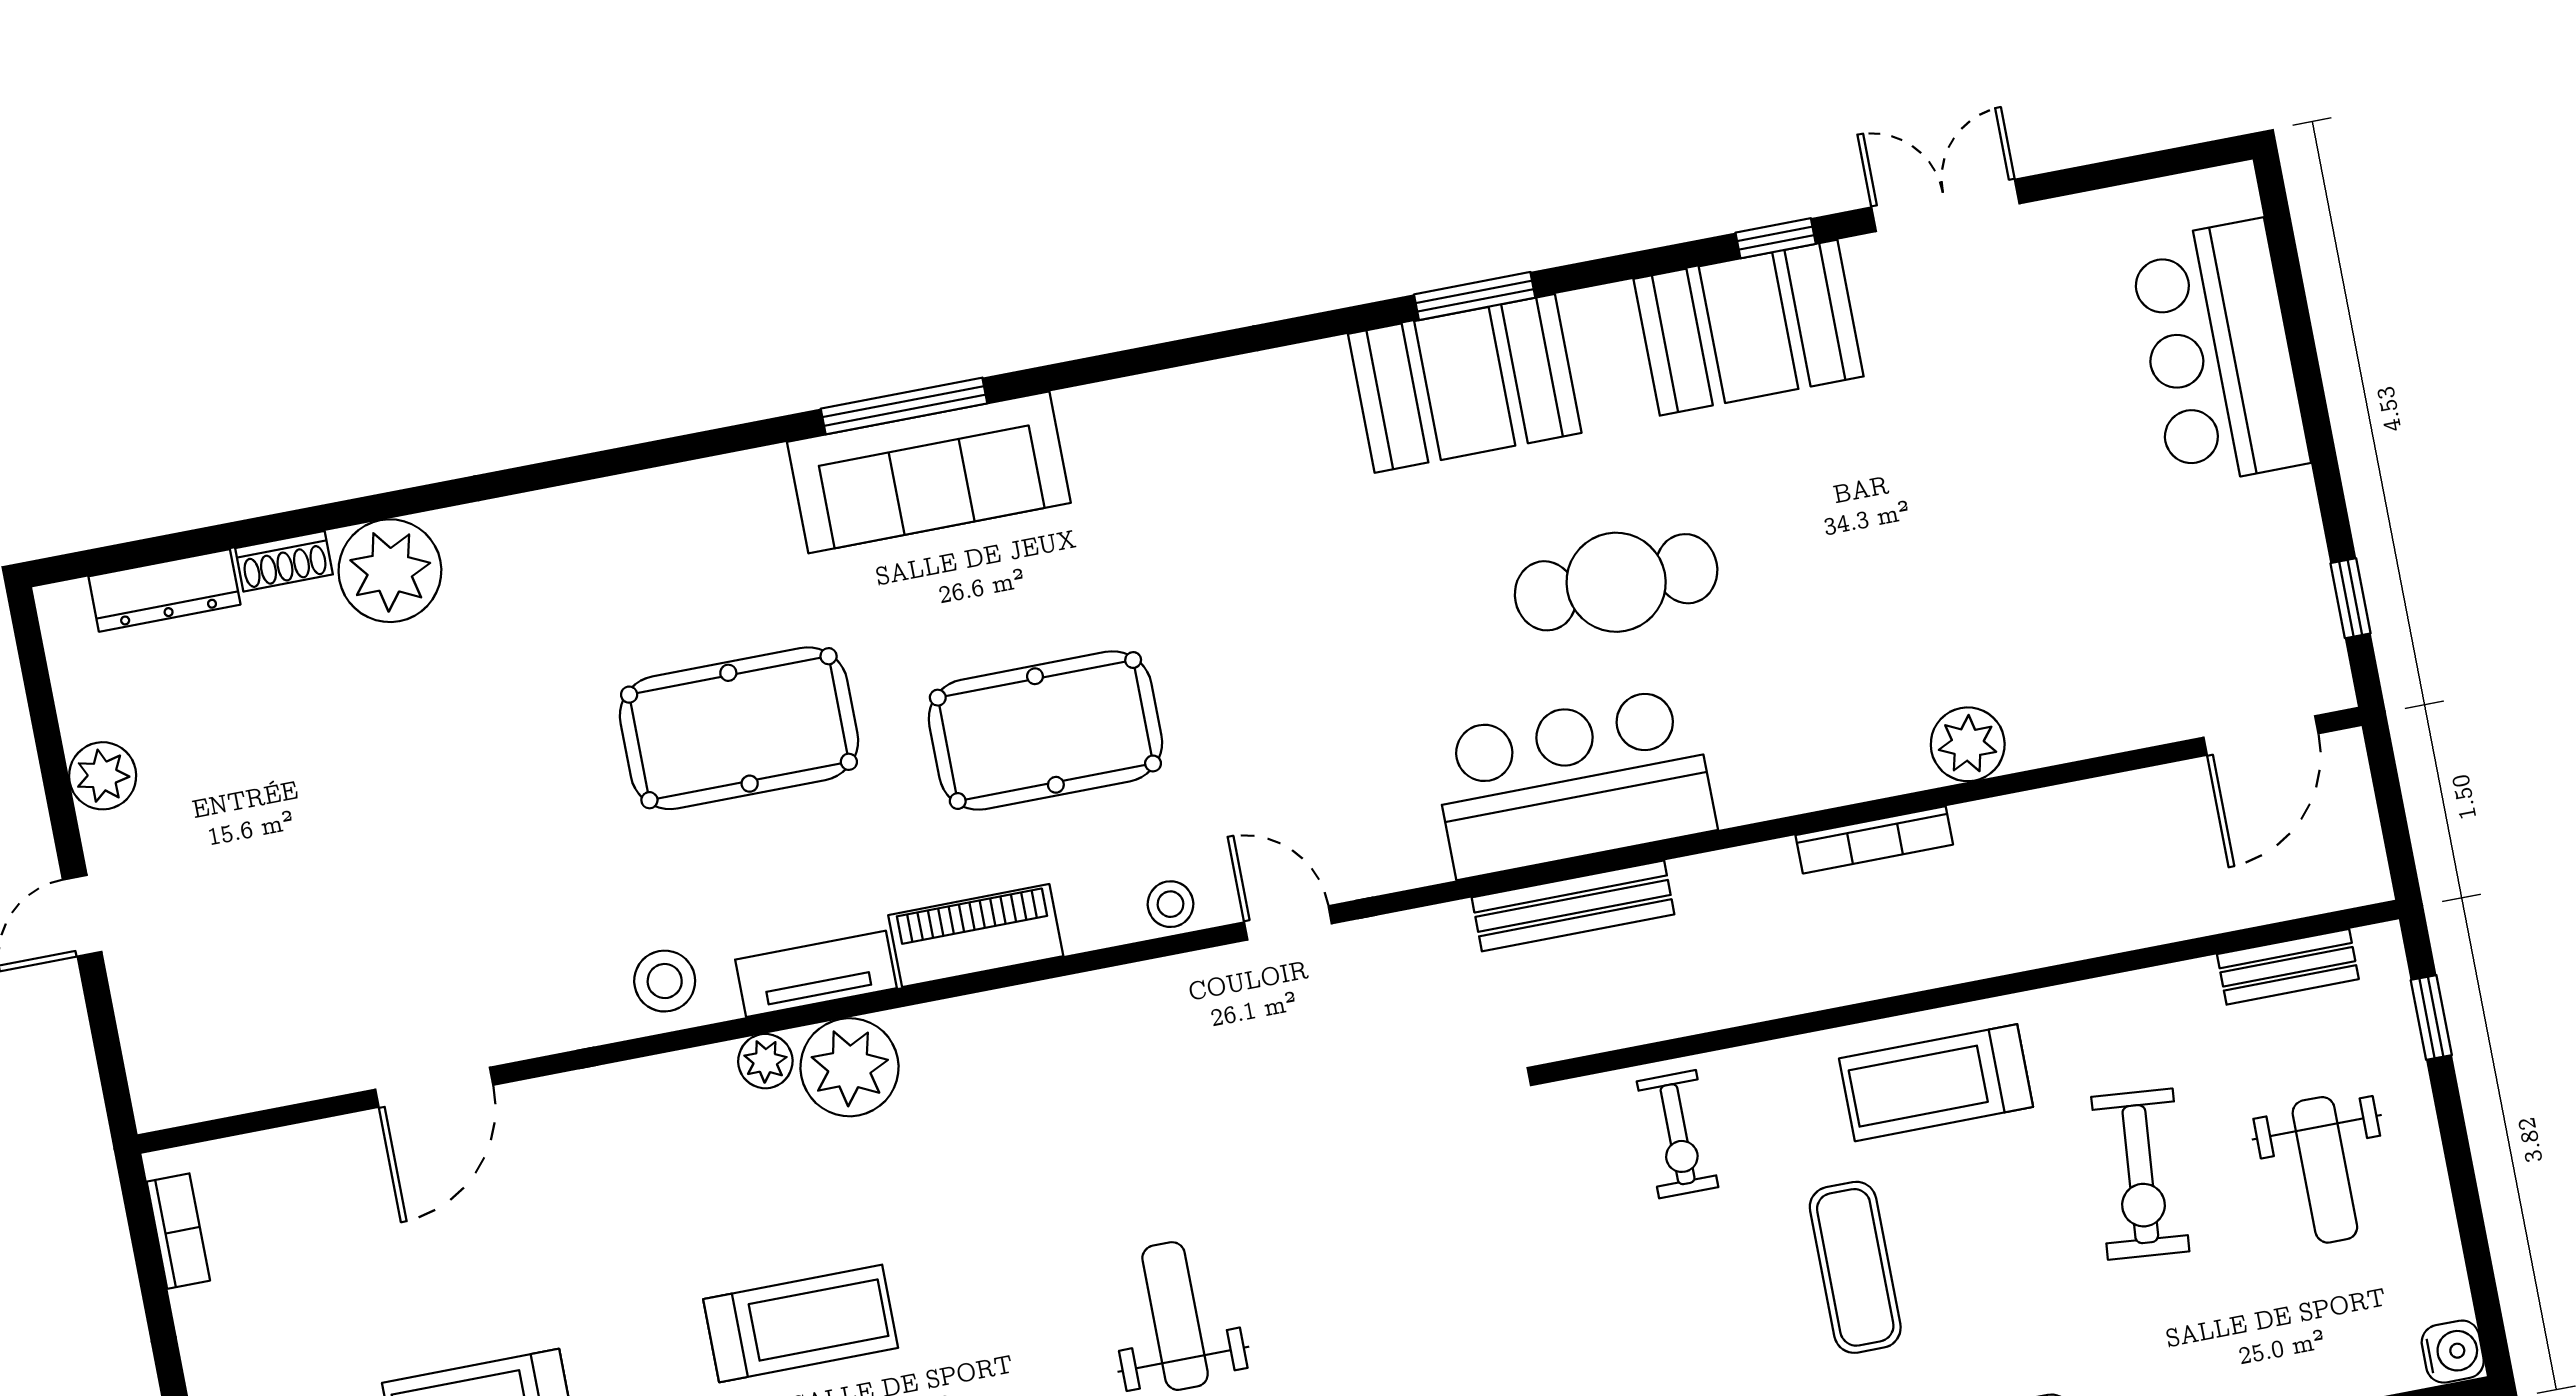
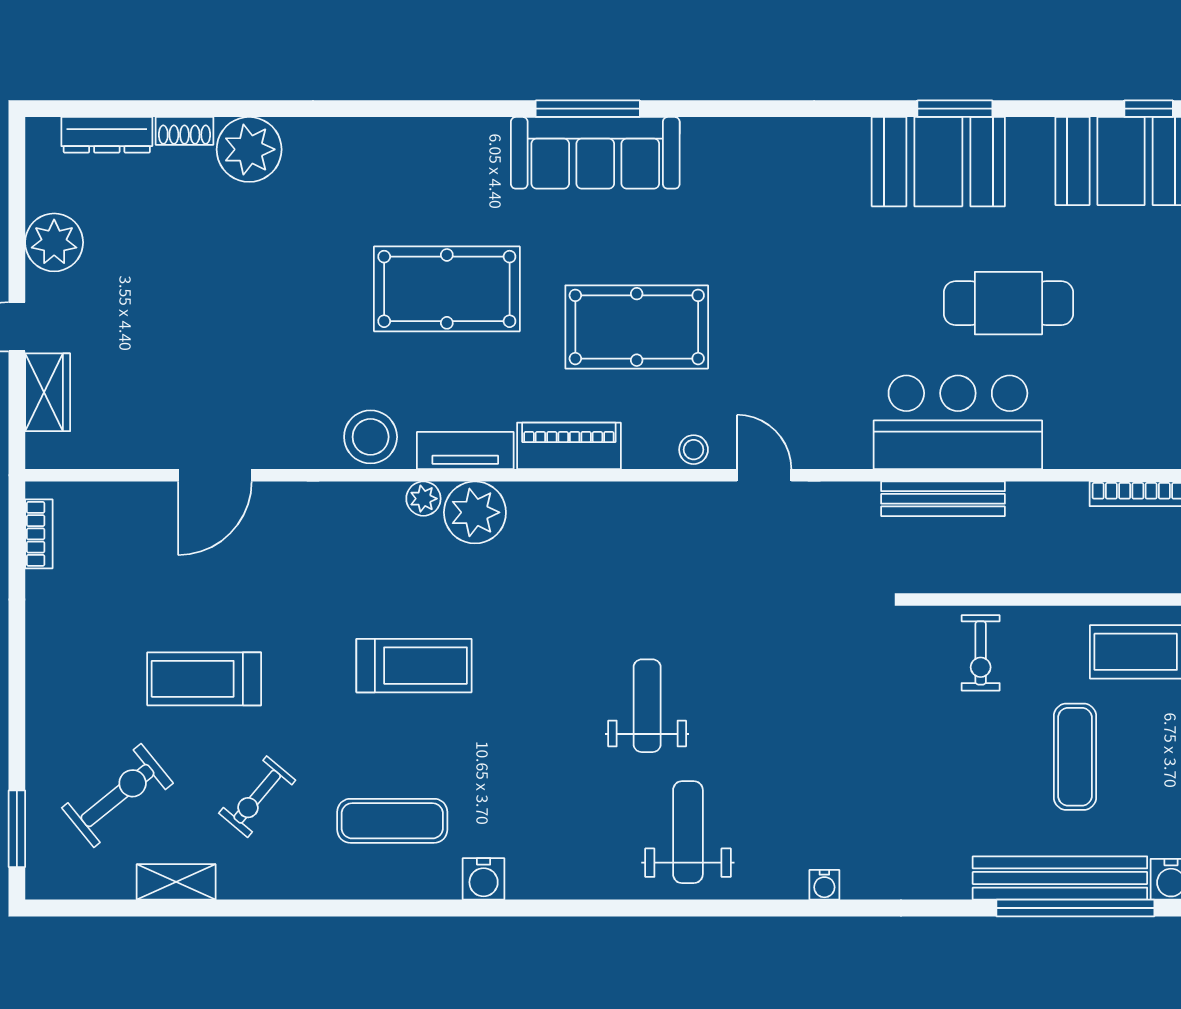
plant: (103, 776) -> (54, 242), width x1.36, depth x1.36
stool: (665, 981) -> (371, 437), width x1.38, depth x1.38
wardrobe: (149, 1008) -> (48, 392), added

